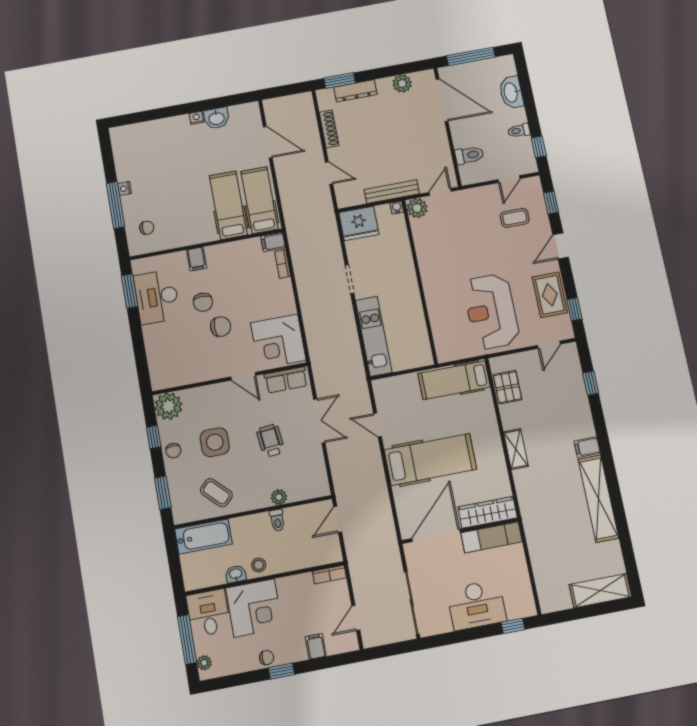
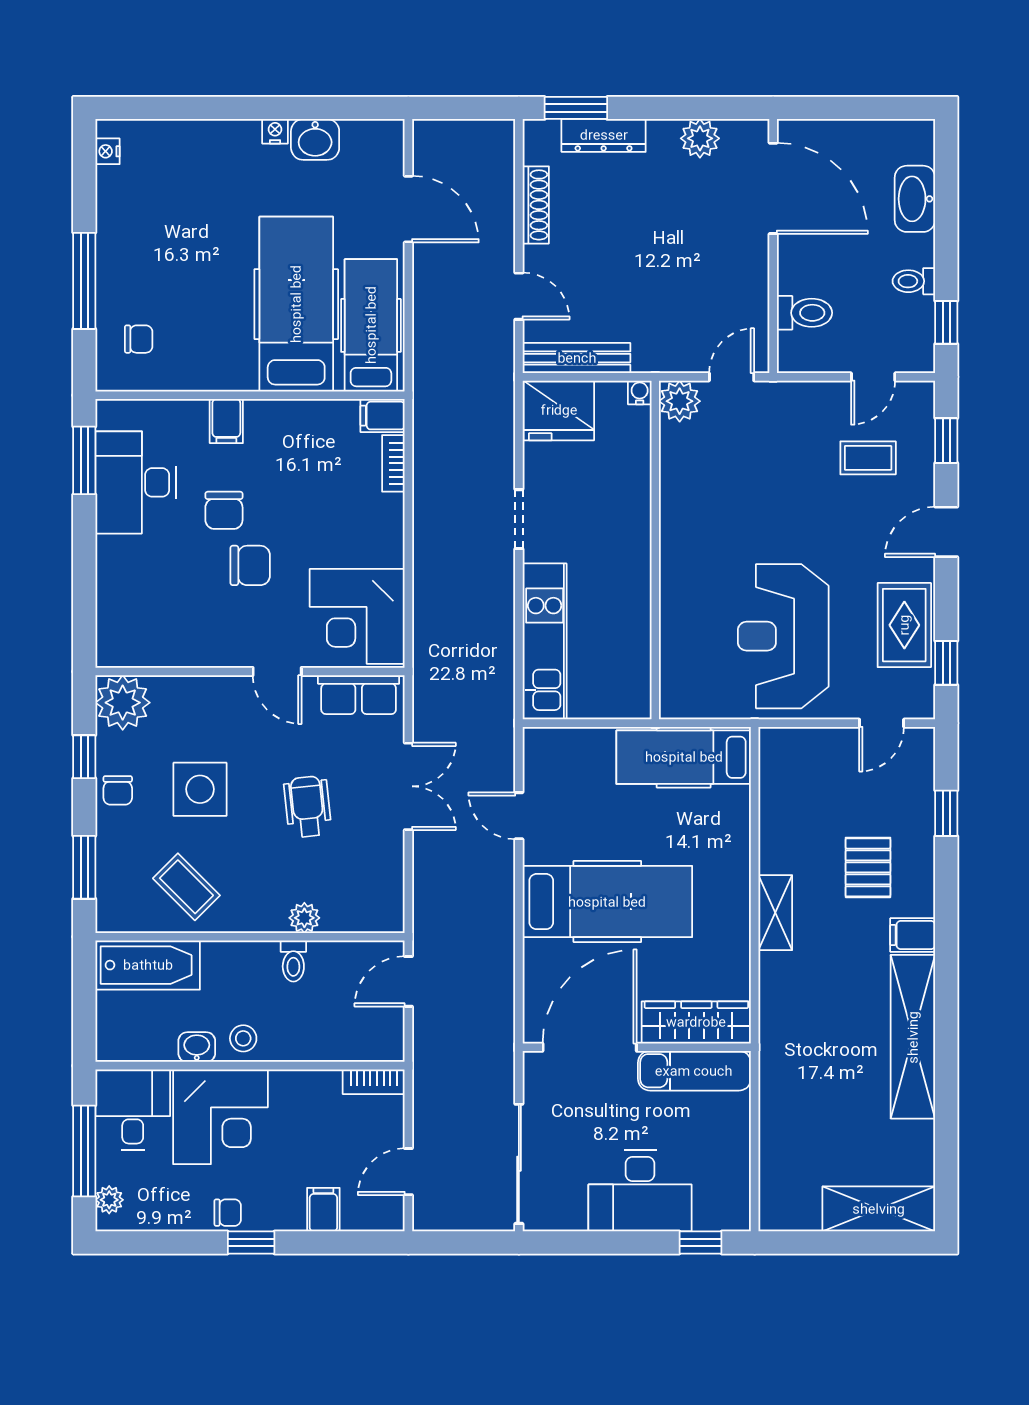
window: (471, 56) -> (849, 108), removed
nightstand: (124, 189) -> (108, 151), moved
bench: (392, 192) -> (577, 358), moved
hospital bed: (228, 205) -> (296, 304), width x1.37, depth x1.29
pallet: (507, 387) -> (868, 867), moved

